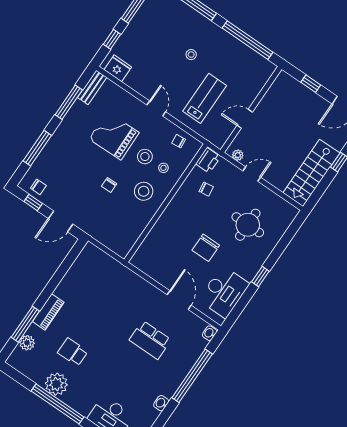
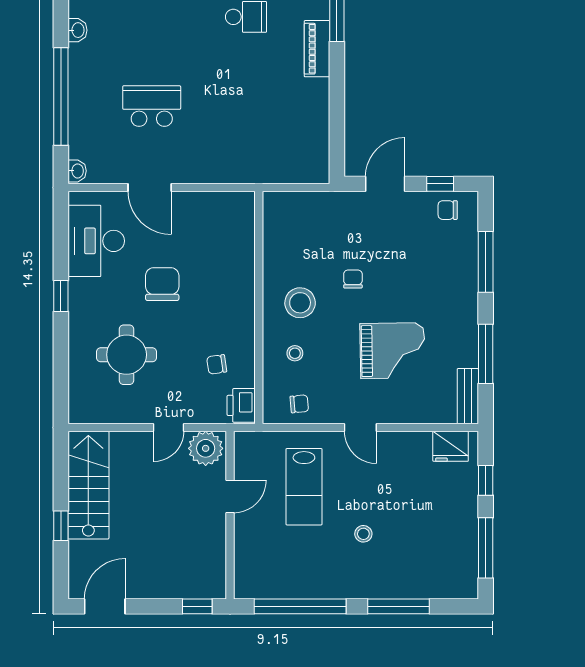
window: (311, 84) -> (197, 606), moved
plant: (238, 155) -> (206, 448), width x1.88, depth x1.88
stool: (145, 157) -> (331, 351), removed

